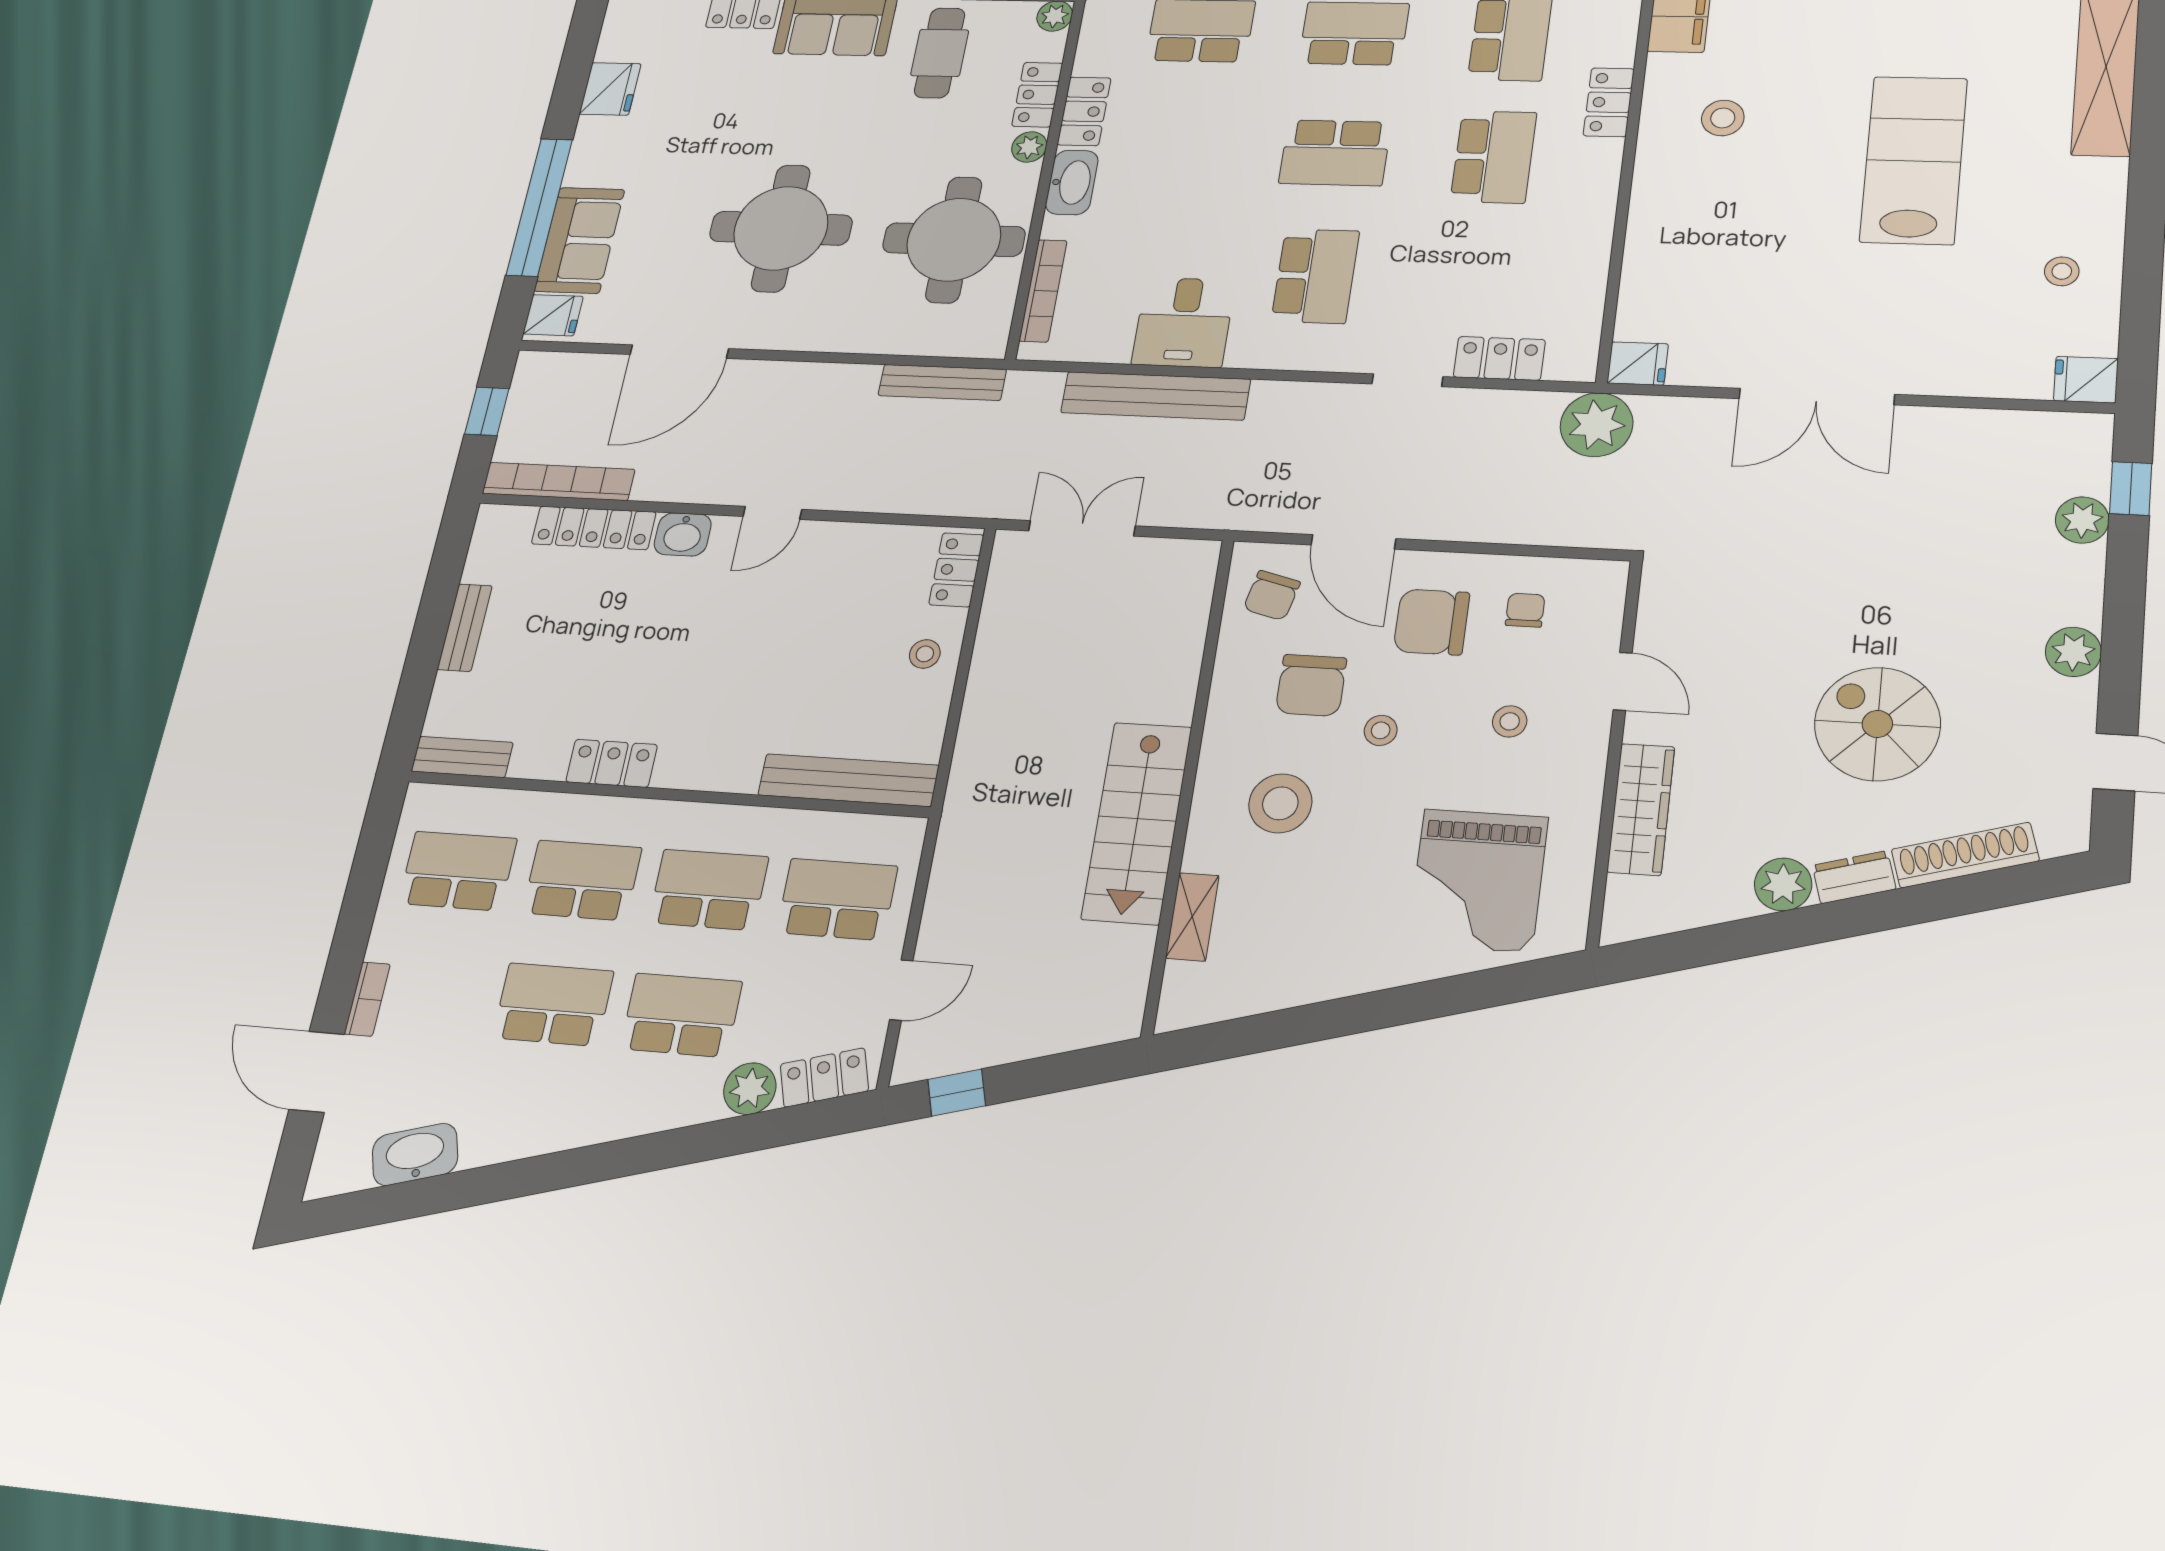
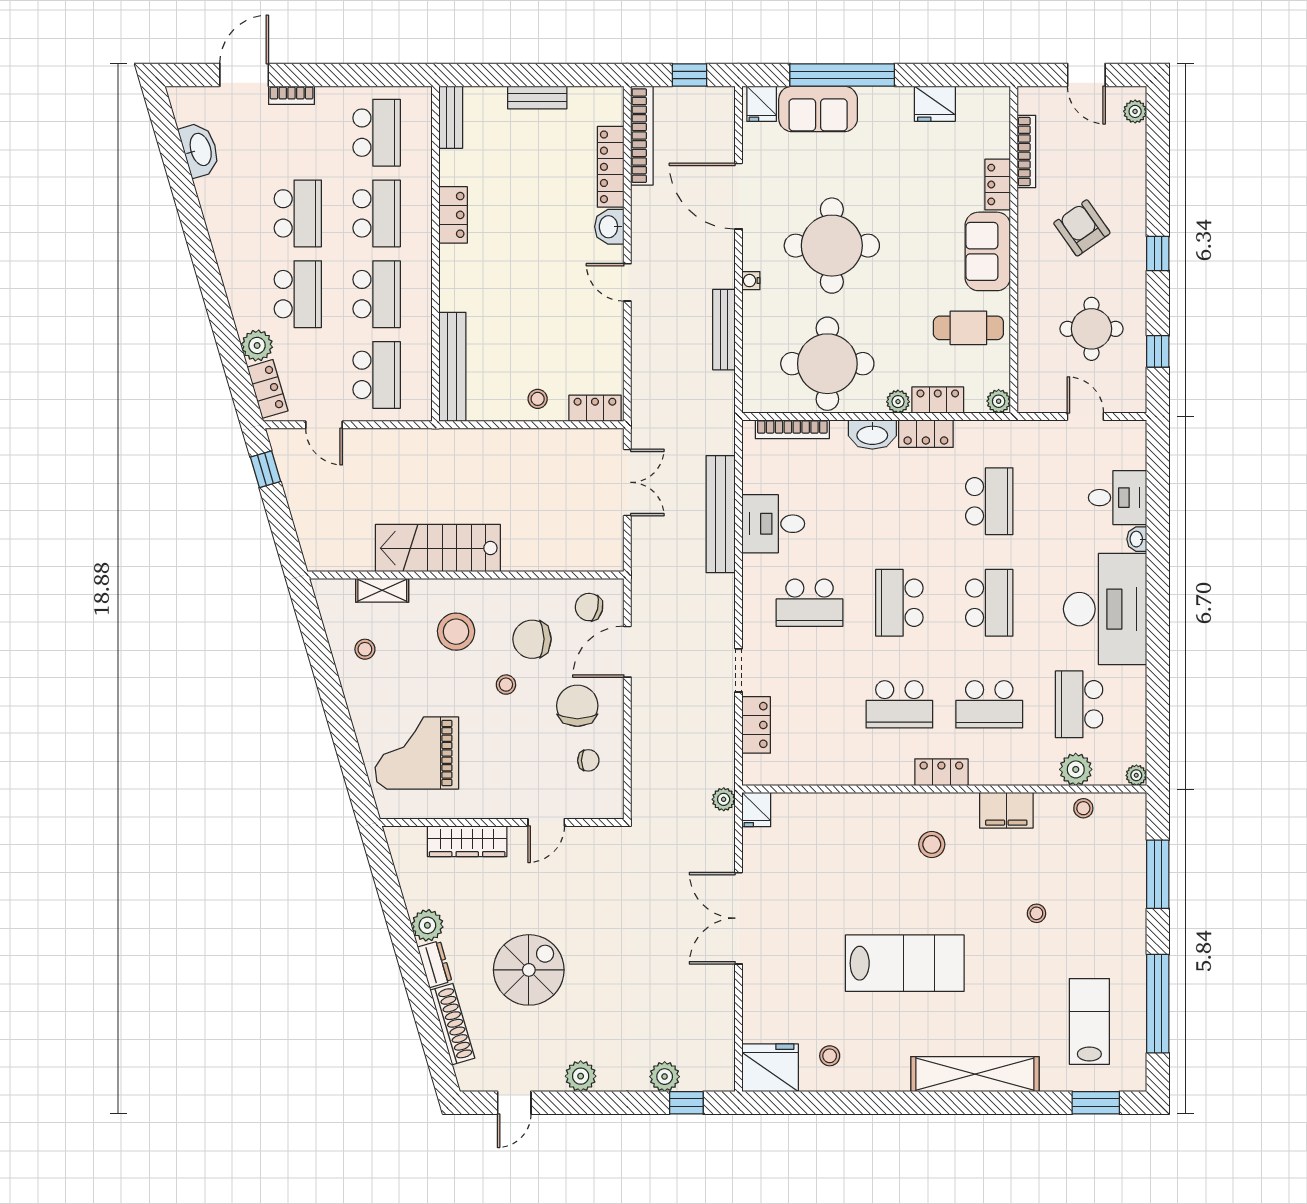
water cooler: (808, 339) -> (751, 281), added
fridge: (2086, 380) -> (770, 1068), width x1.88, depth x1.34
bench: (942, 382) -> (724, 330), moved
plant: (1597, 425) -> (724, 799), width x0.53, depth x0.53
stool: (1510, 721) -> (365, 649), moved

